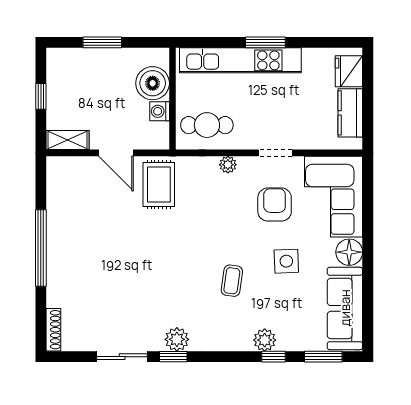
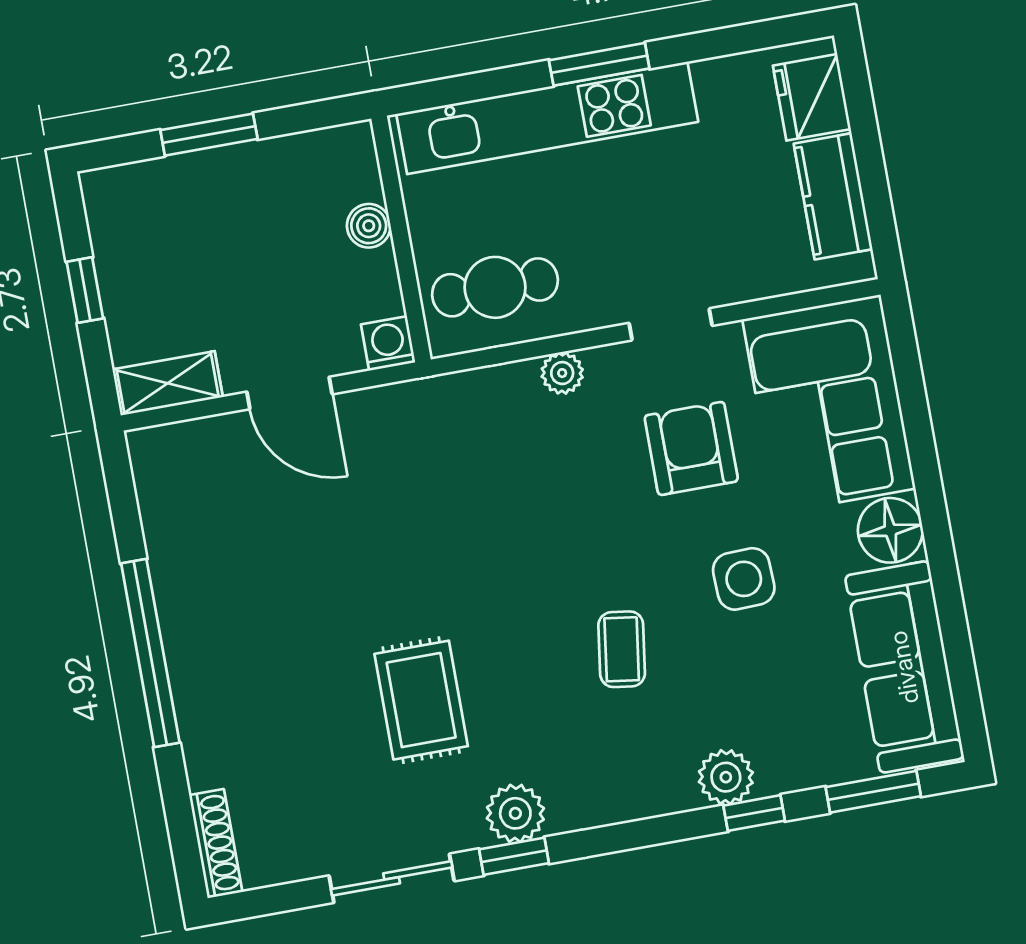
boiler: (153, 83) -> (369, 226), width x0.54, depth x0.54
washing machine: (160, 111) -> (388, 343), moved, turned 90
rug: (159, 185) -> (421, 700), moved

